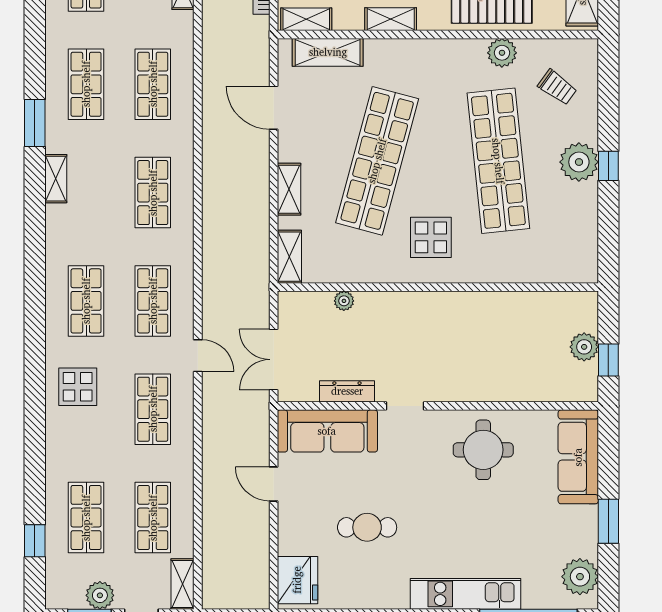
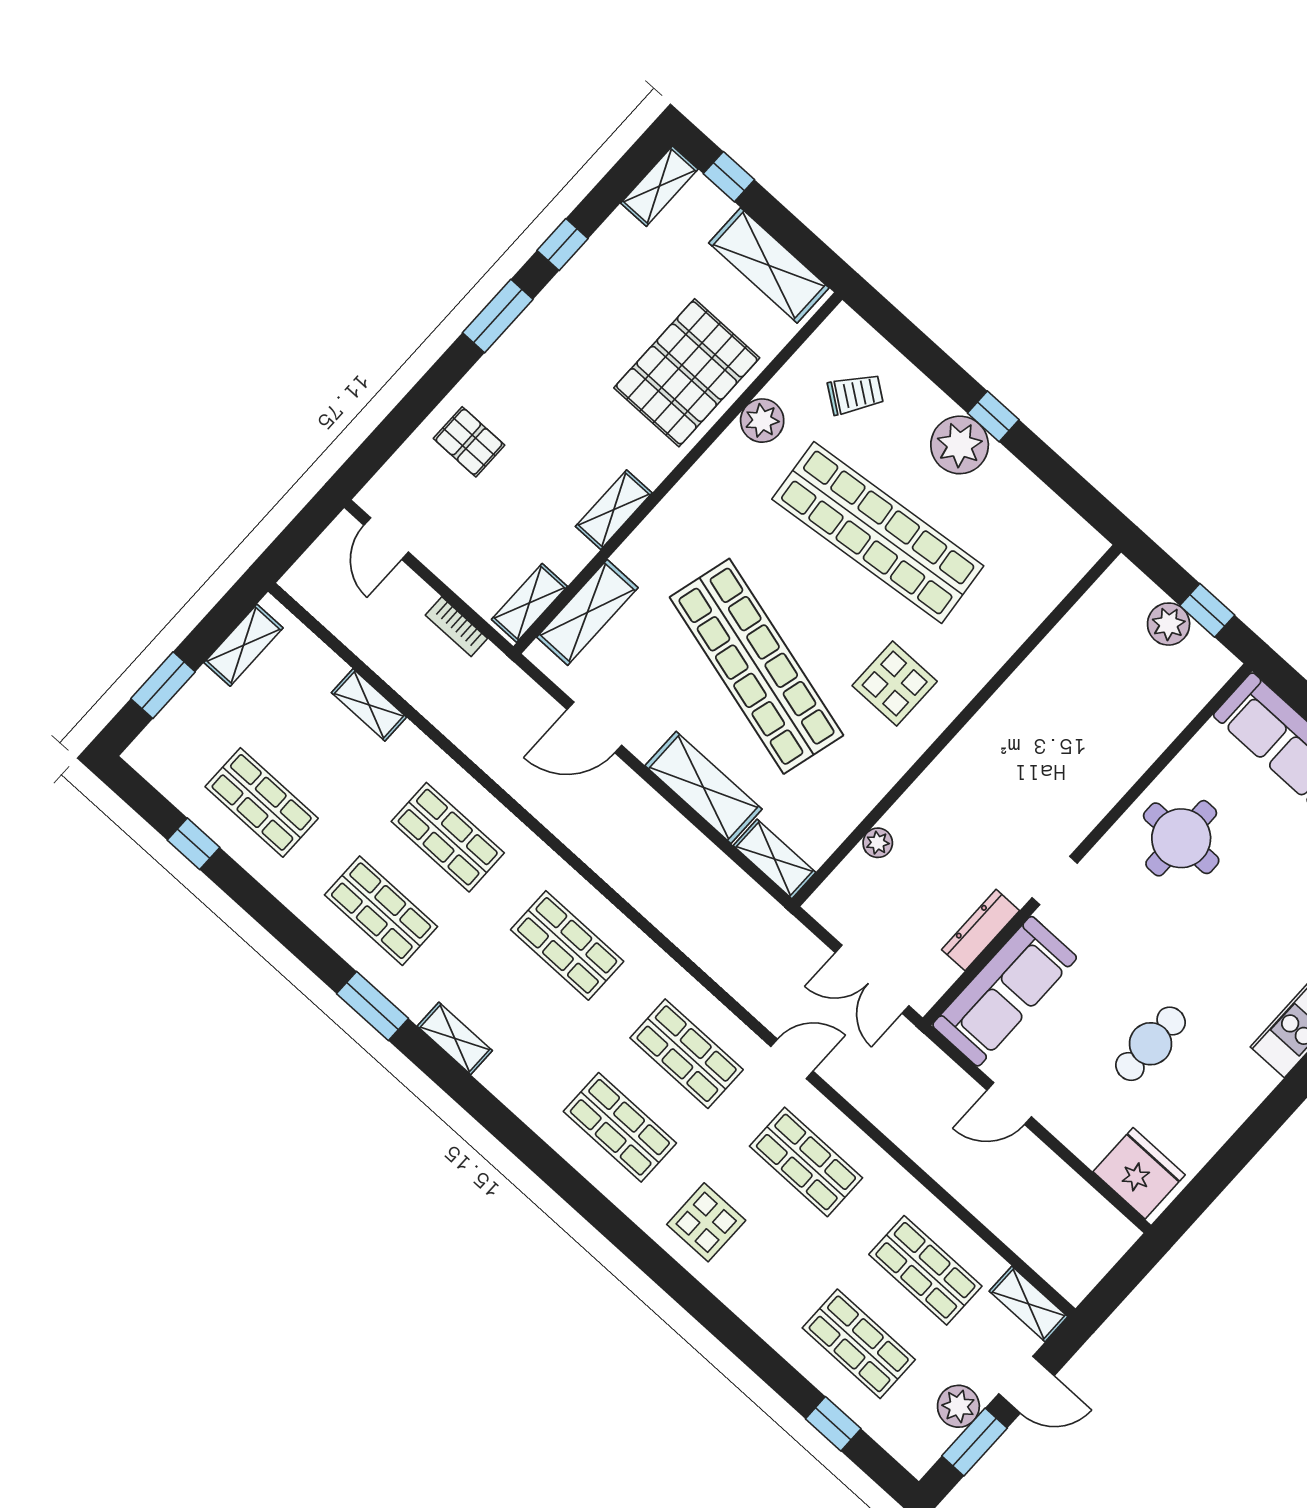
shelving: (289, 189) -> (703, 787), width x1.50, depth x1.33

